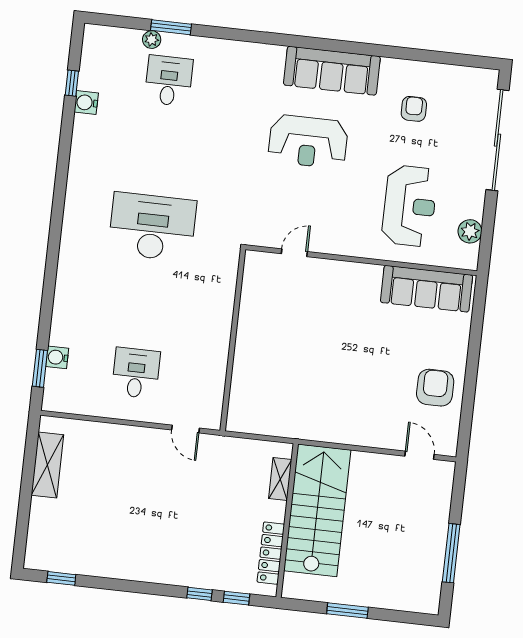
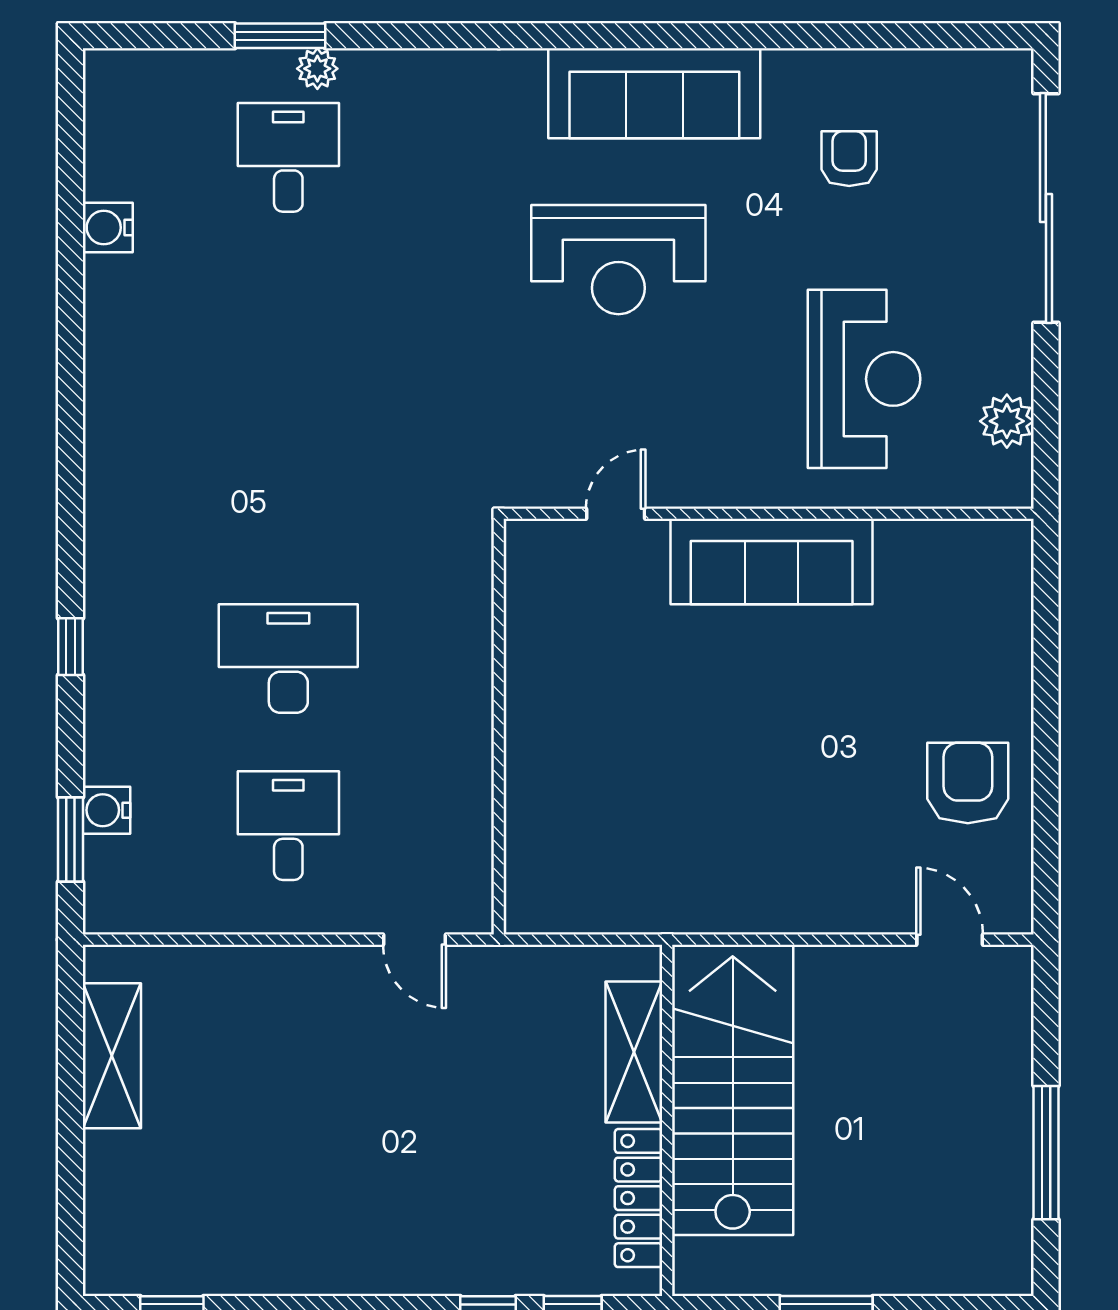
plant: (152, 40) -> (317, 69), moved
window: (72, 83) -> (70, 647), moved
desk: (152, 227) -> (288, 659), moved, width x0.73, depth x0.77
sofa: (427, 289) -> (772, 562), moved
shelving: (280, 479) -> (634, 1052), width x1.50, depth x1.33

